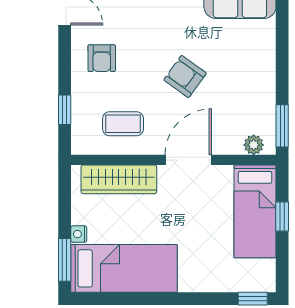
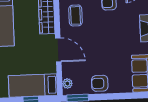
armchair: (185, 76) -> (100, 83), moved, turned -126

